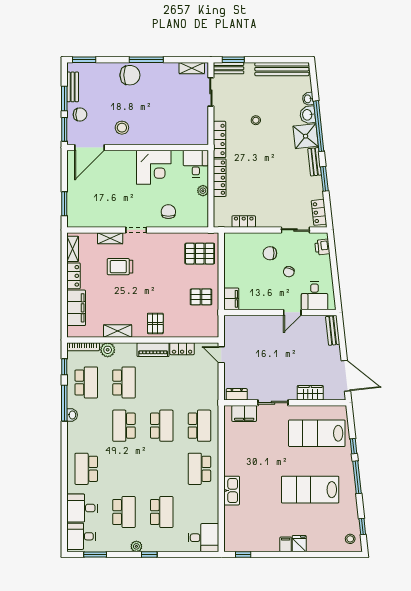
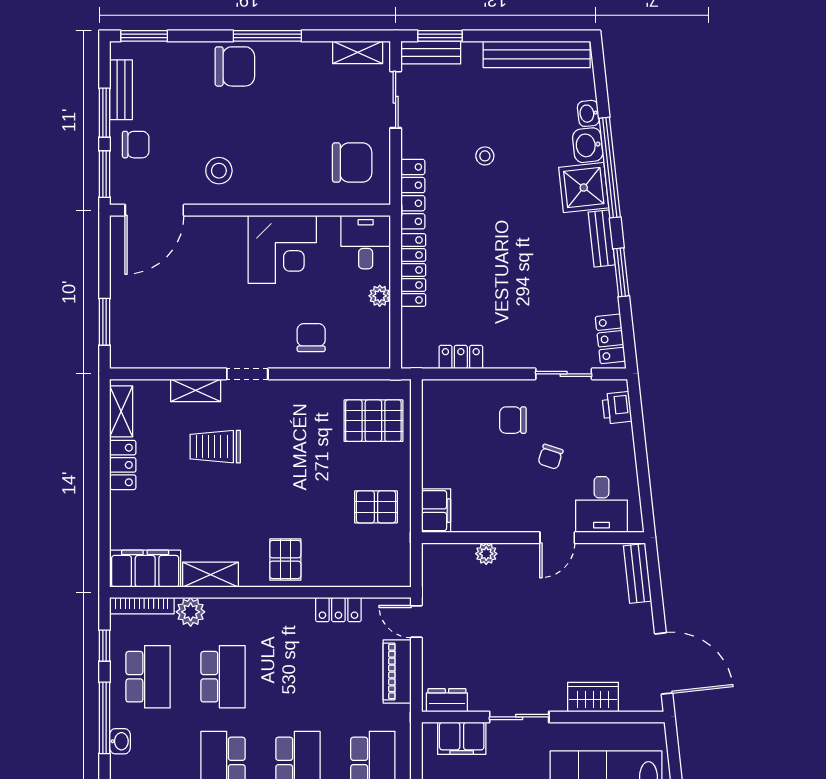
chair: (189, 124) -> (352, 163), added
filing cabinet: (76, 308) -> (145, 569), moved, turned -90
plant: (257, 321) -> (486, 554), added
piano: (153, 350) -> (397, 672), moved, turned 90

